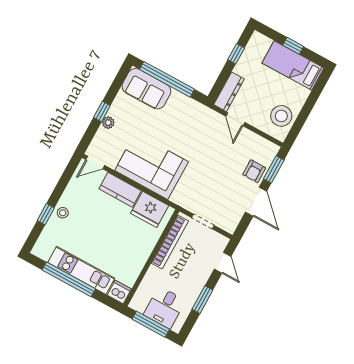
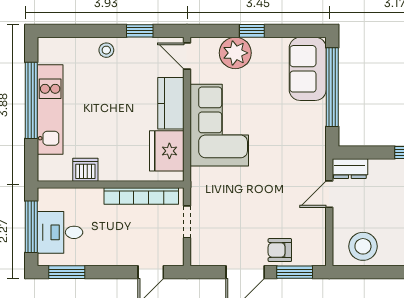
dresser: (229, 92) -> (350, 169), width x0.70
plant: (108, 123) -> (235, 53), width x1.88, depth x1.88
window: (46, 214) -> (140, 31), moved
dishwasher: (119, 292) -> (85, 170), moved, turned -90
window: (202, 300) -> (67, 272), moved

